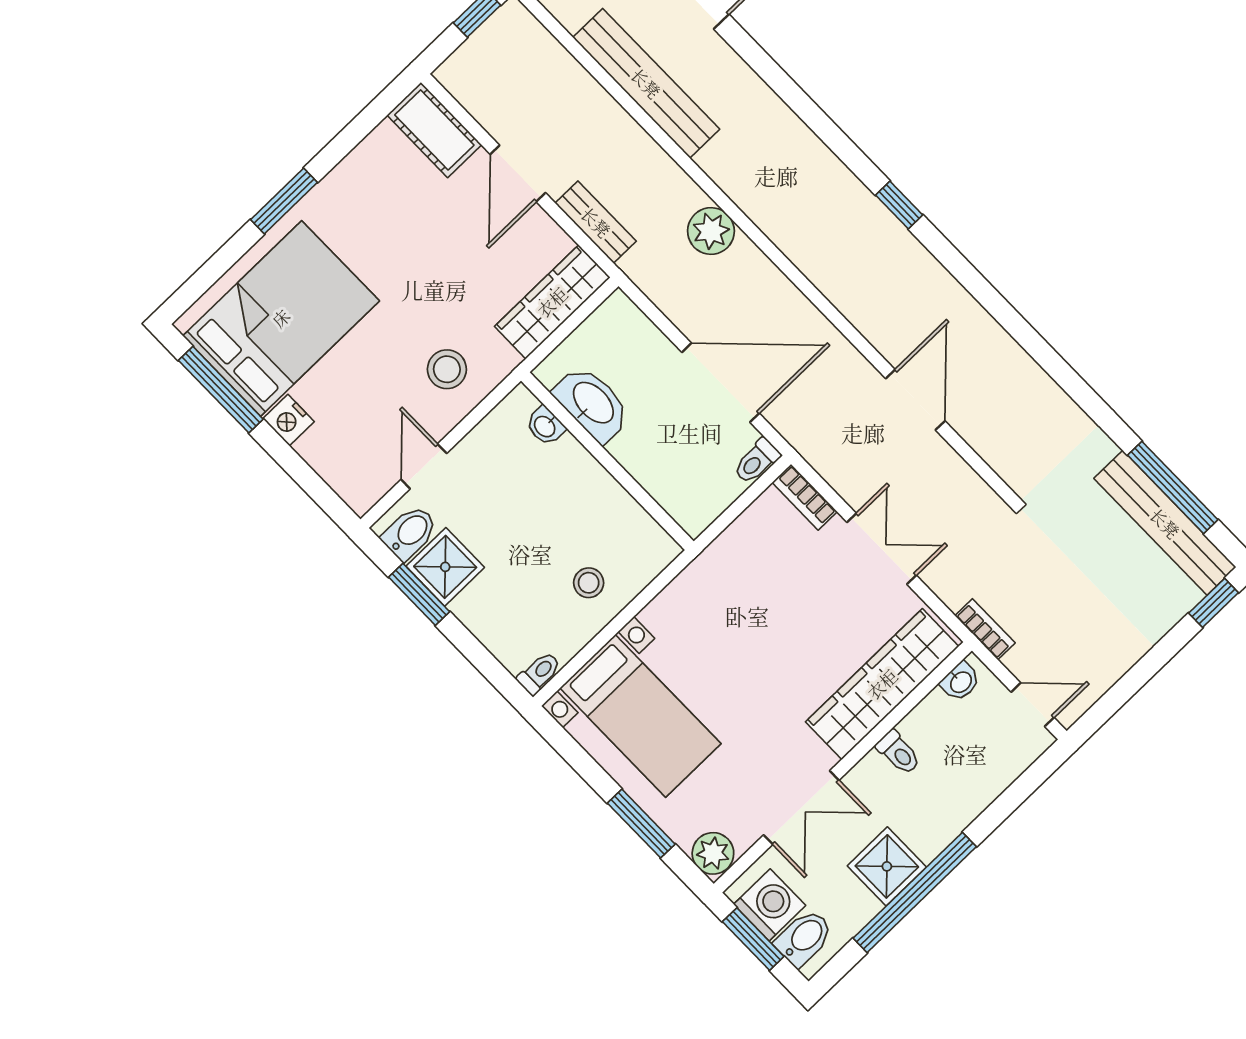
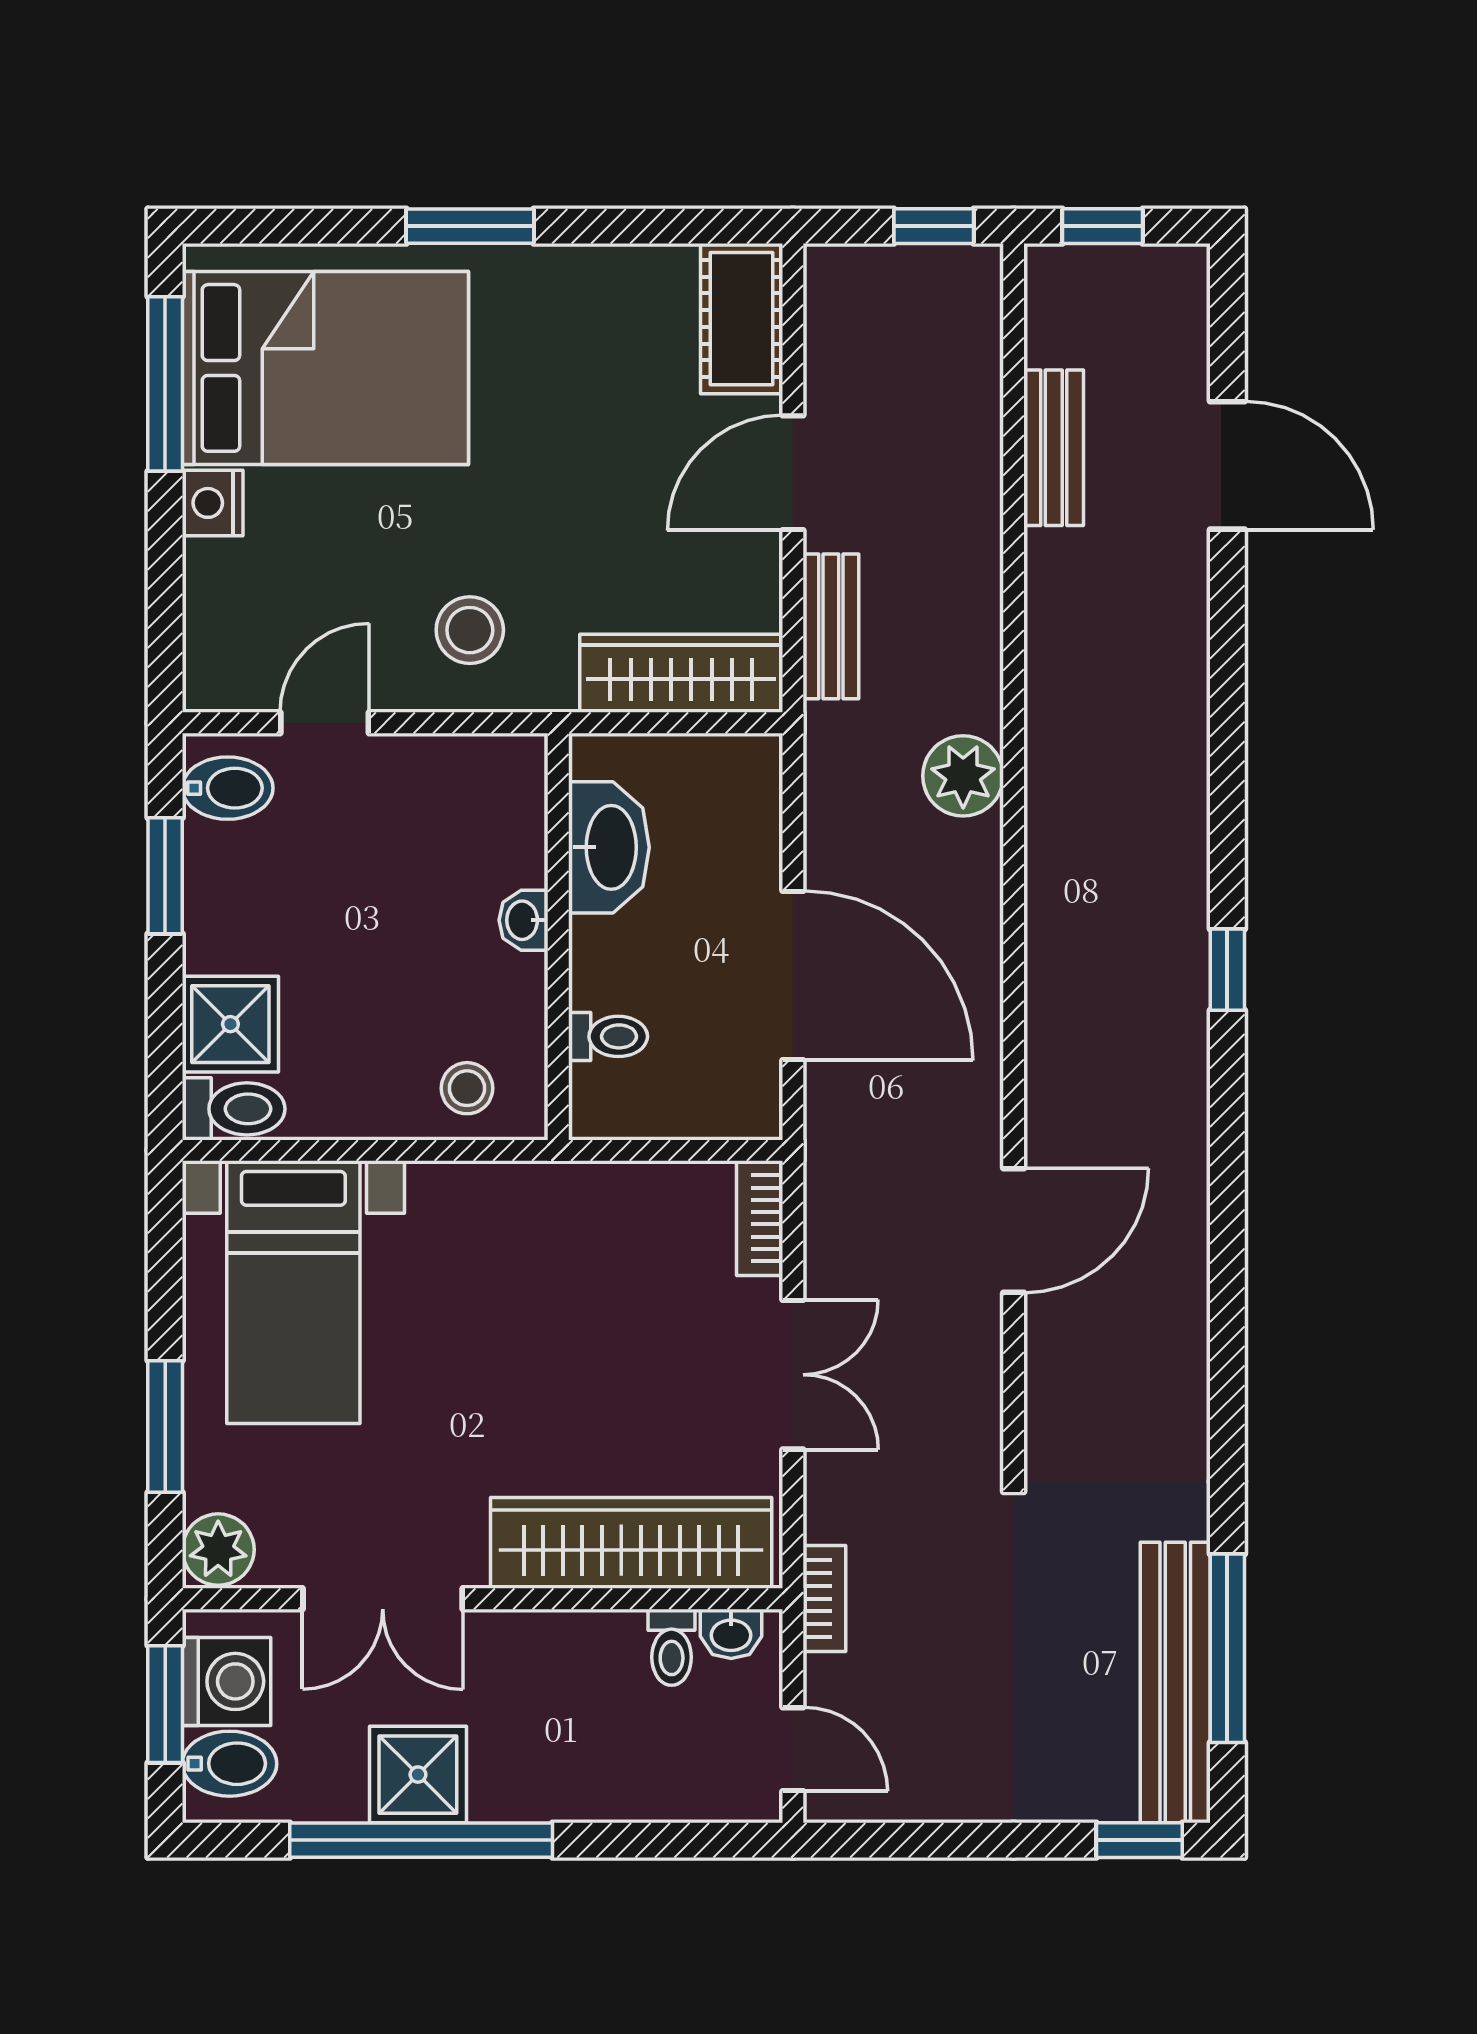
bench: (646, 83) -> (1054, 448), width x0.54, depth x0.82
washbasin: (545, 426) -> (524, 920), moved
toilet: (757, 461) -> (608, 1036), moved, turned 180
shower: (445, 567) -> (230, 1024), moved
stool: (589, 583) -> (467, 1088), moved
toilet: (539, 673) -> (234, 1109), width x1.37, depth x1.39
toilet: (898, 752) -> (672, 1647), moved

